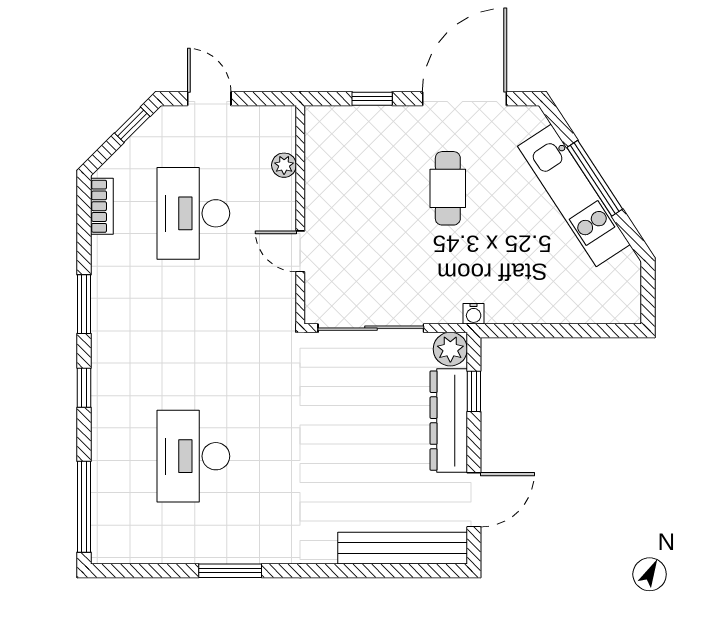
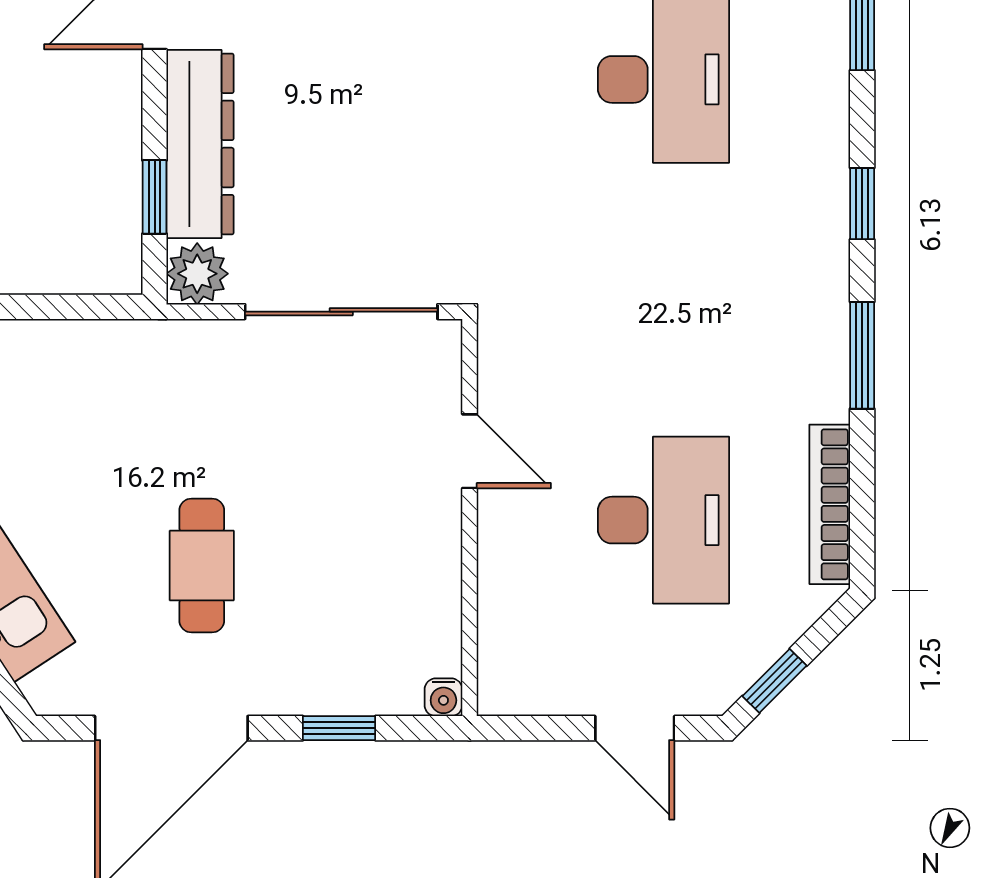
plant: (284, 165) -> (499, 608), removed
bookcase: (102, 206) -> (830, 504), width x1.56
water cooler: (474, 314) -> (443, 697), moved, turned 180

